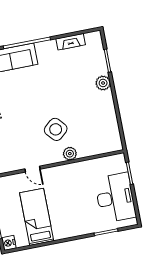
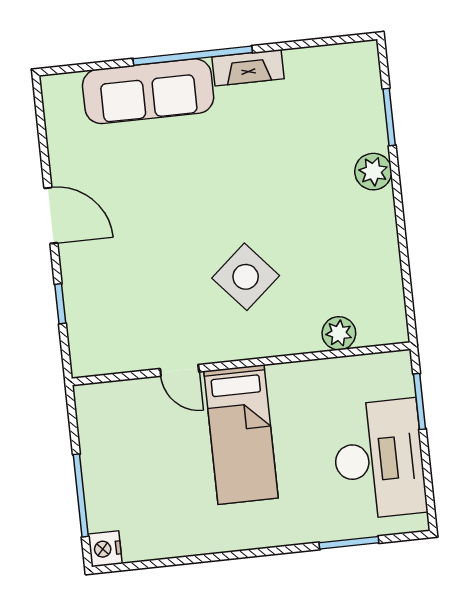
fireplace: (71, 42) -> (248, 68), moved
plant: (70, 154) -> (339, 333), moved
bed: (37, 217) -> (241, 435), moved, turned 180

